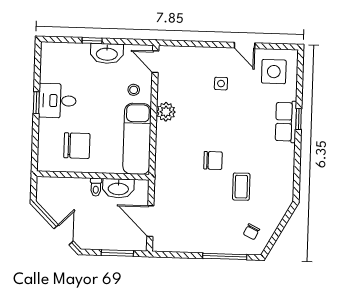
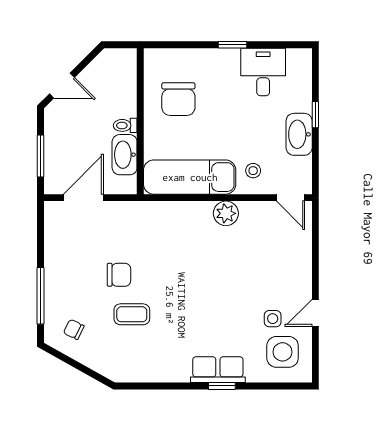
door: (155, 62) -> (291, 198), swing flipped
side table: (221, 84) -> (273, 319), moved
desk: (57, 101) -> (263, 72), moved
chair: (213, 160) -> (119, 275), moved, turned -90

